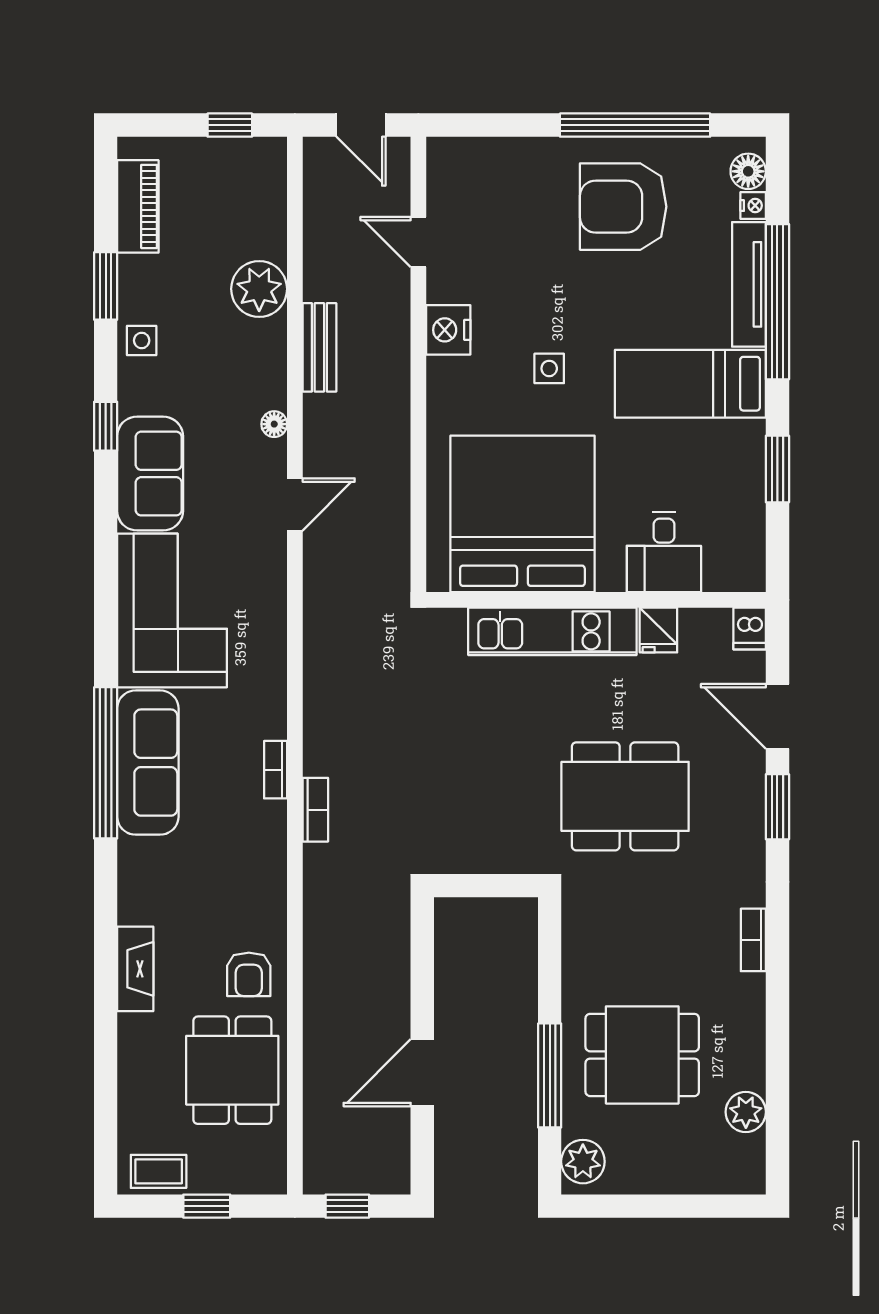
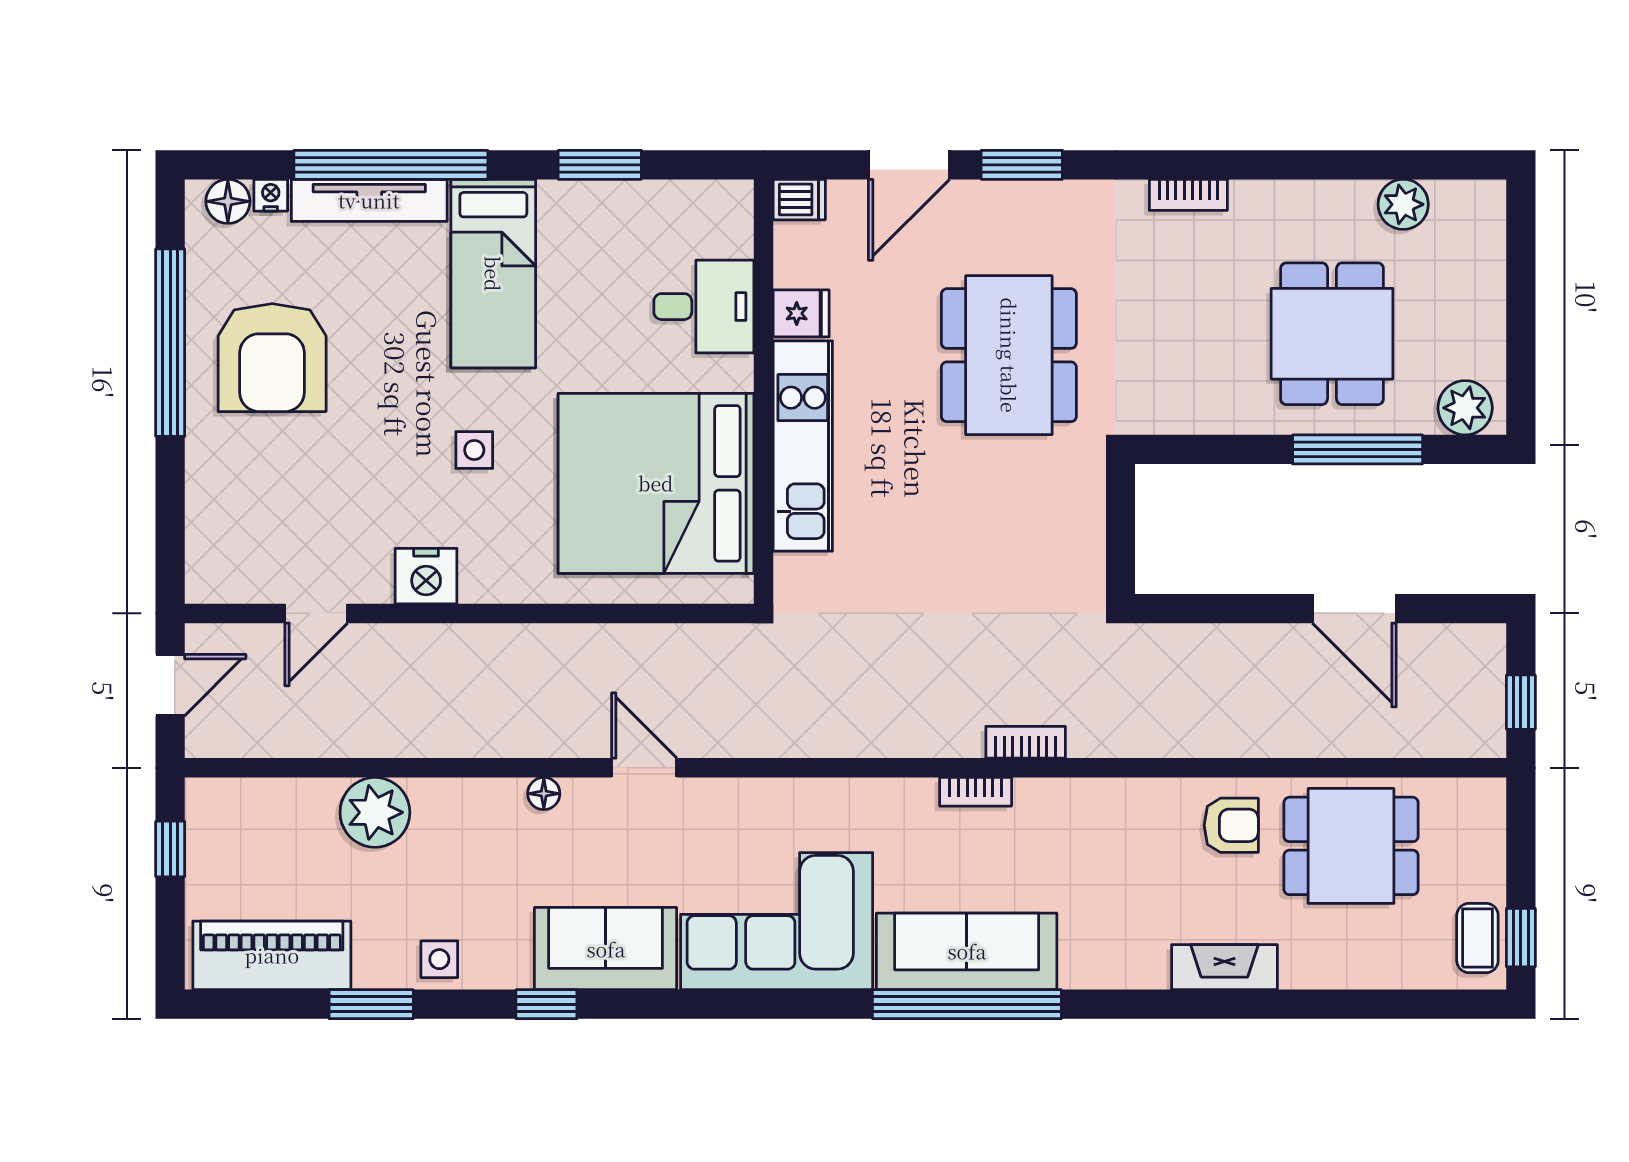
piano: (138, 206) -> (272, 955), width x1.37, depth x1.33
bench: (319, 347) -> (448, 737), removed
window: (207, 1206) -> (1521, 938), moved

